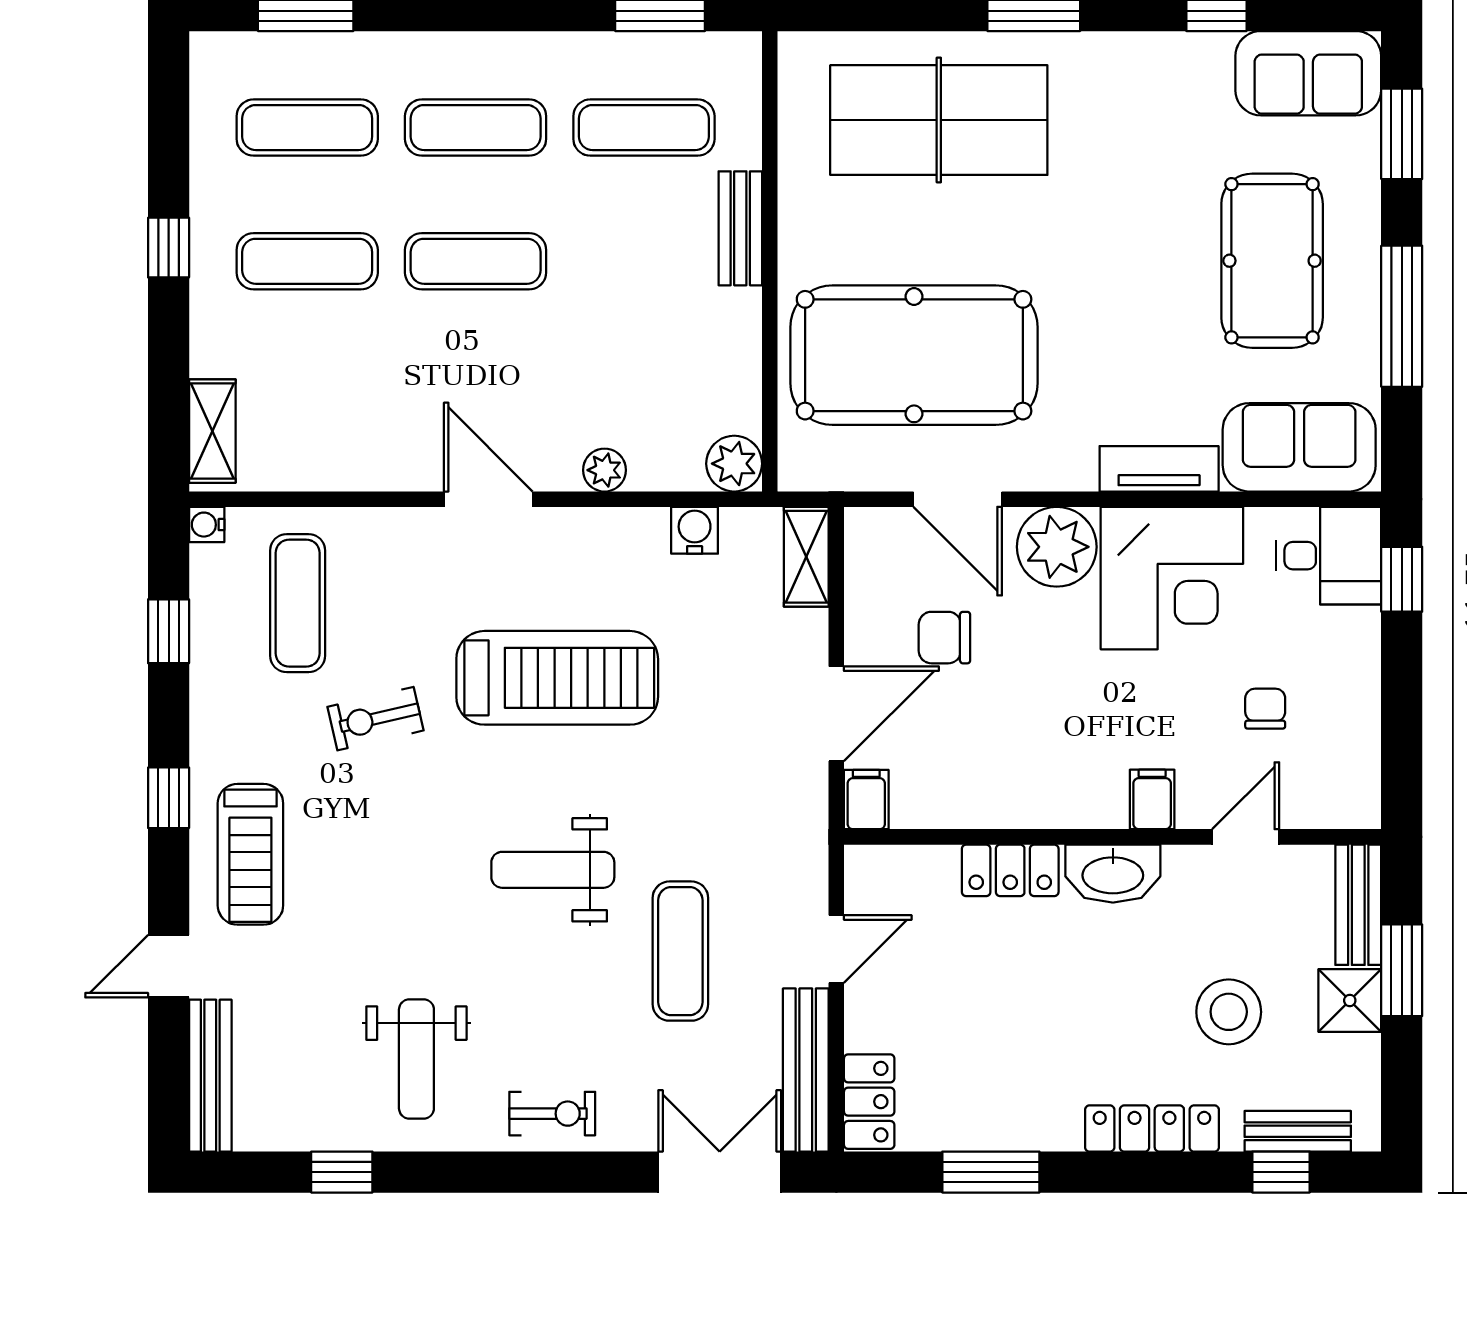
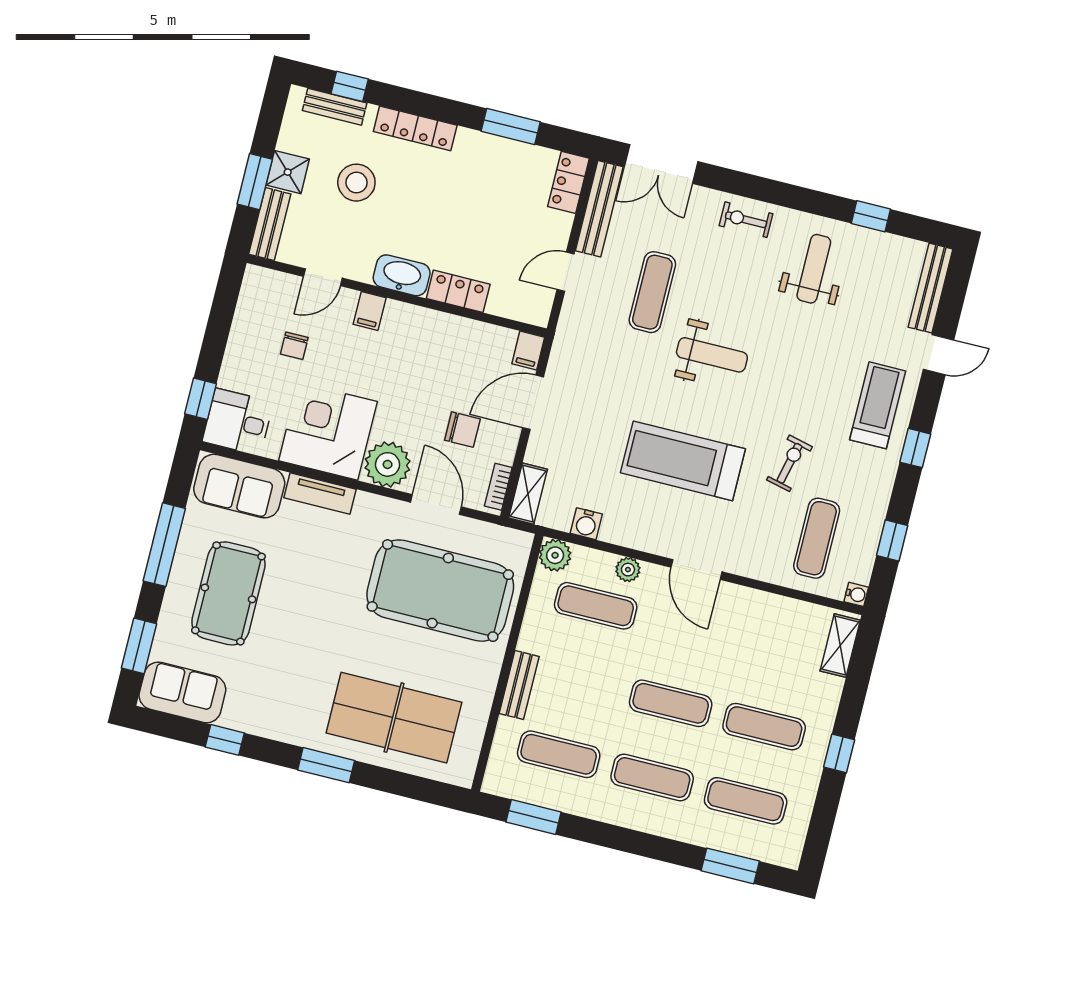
exercise mat: (644, 395) -> (596, 606), added
bookcase: (859, 556) -> (498, 487), added
exercise bike: (375, 719) -> (789, 463), turned -64

